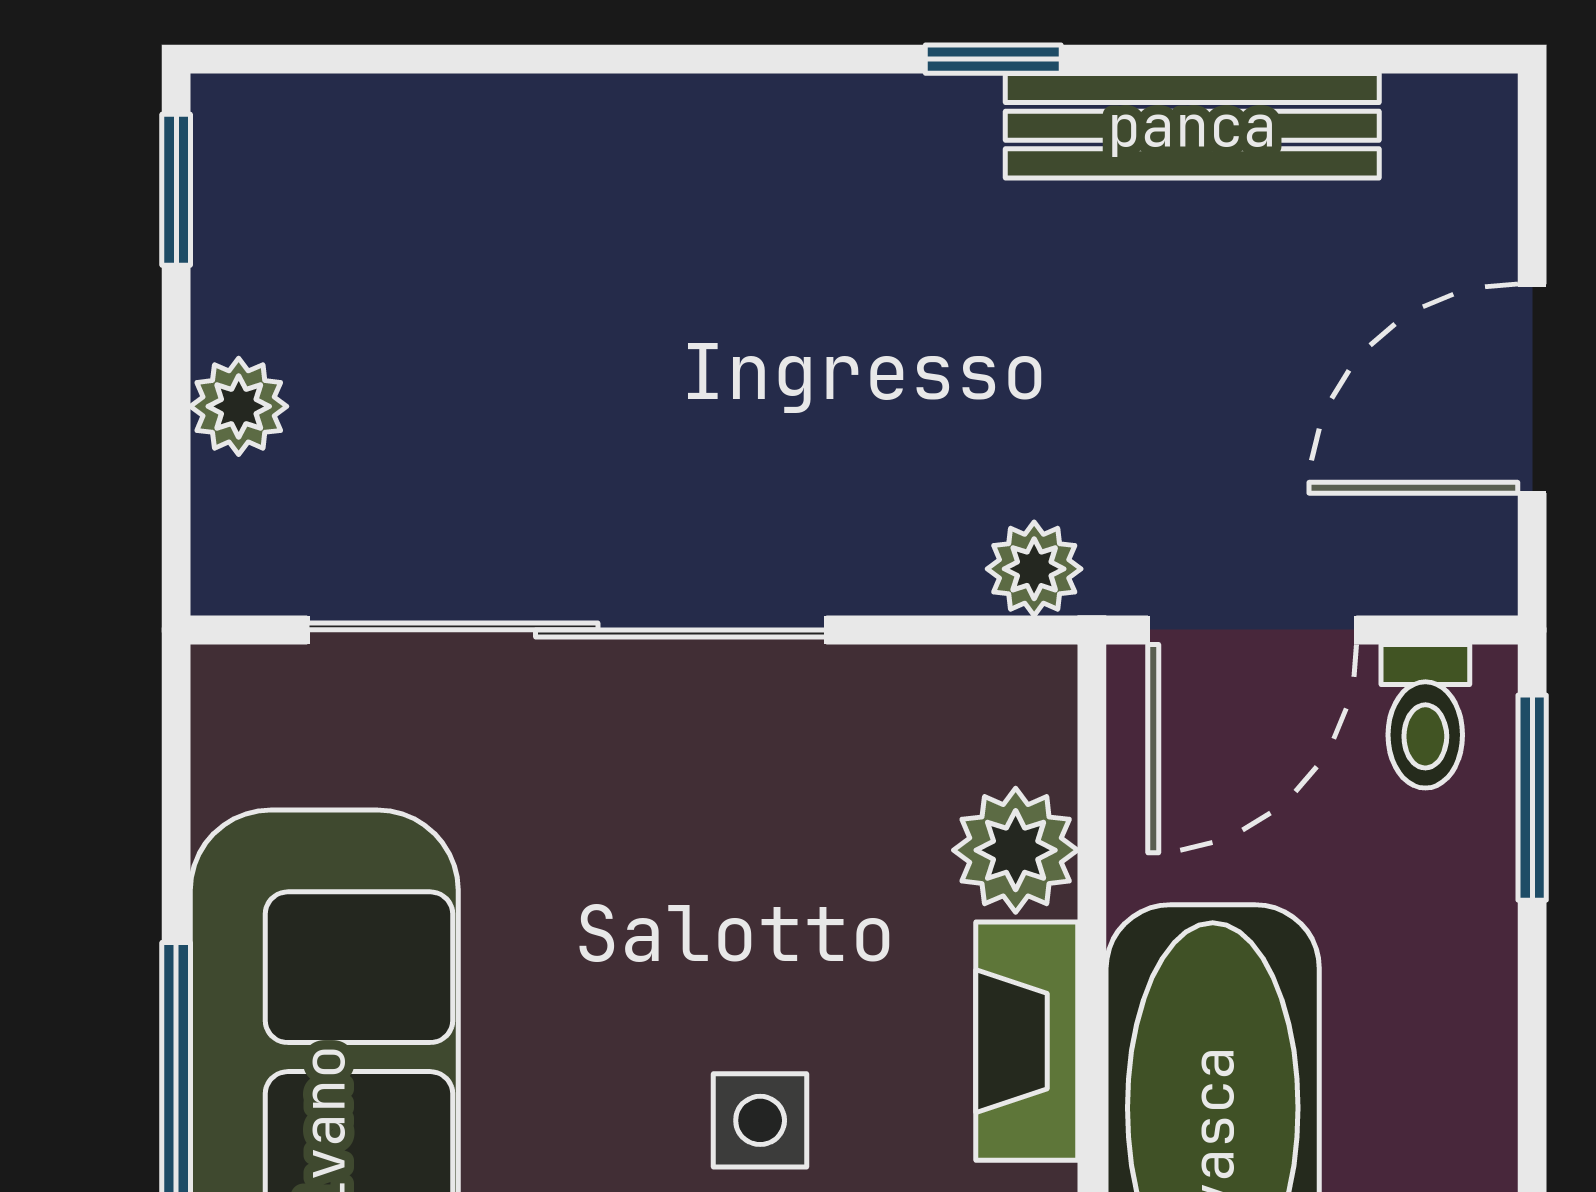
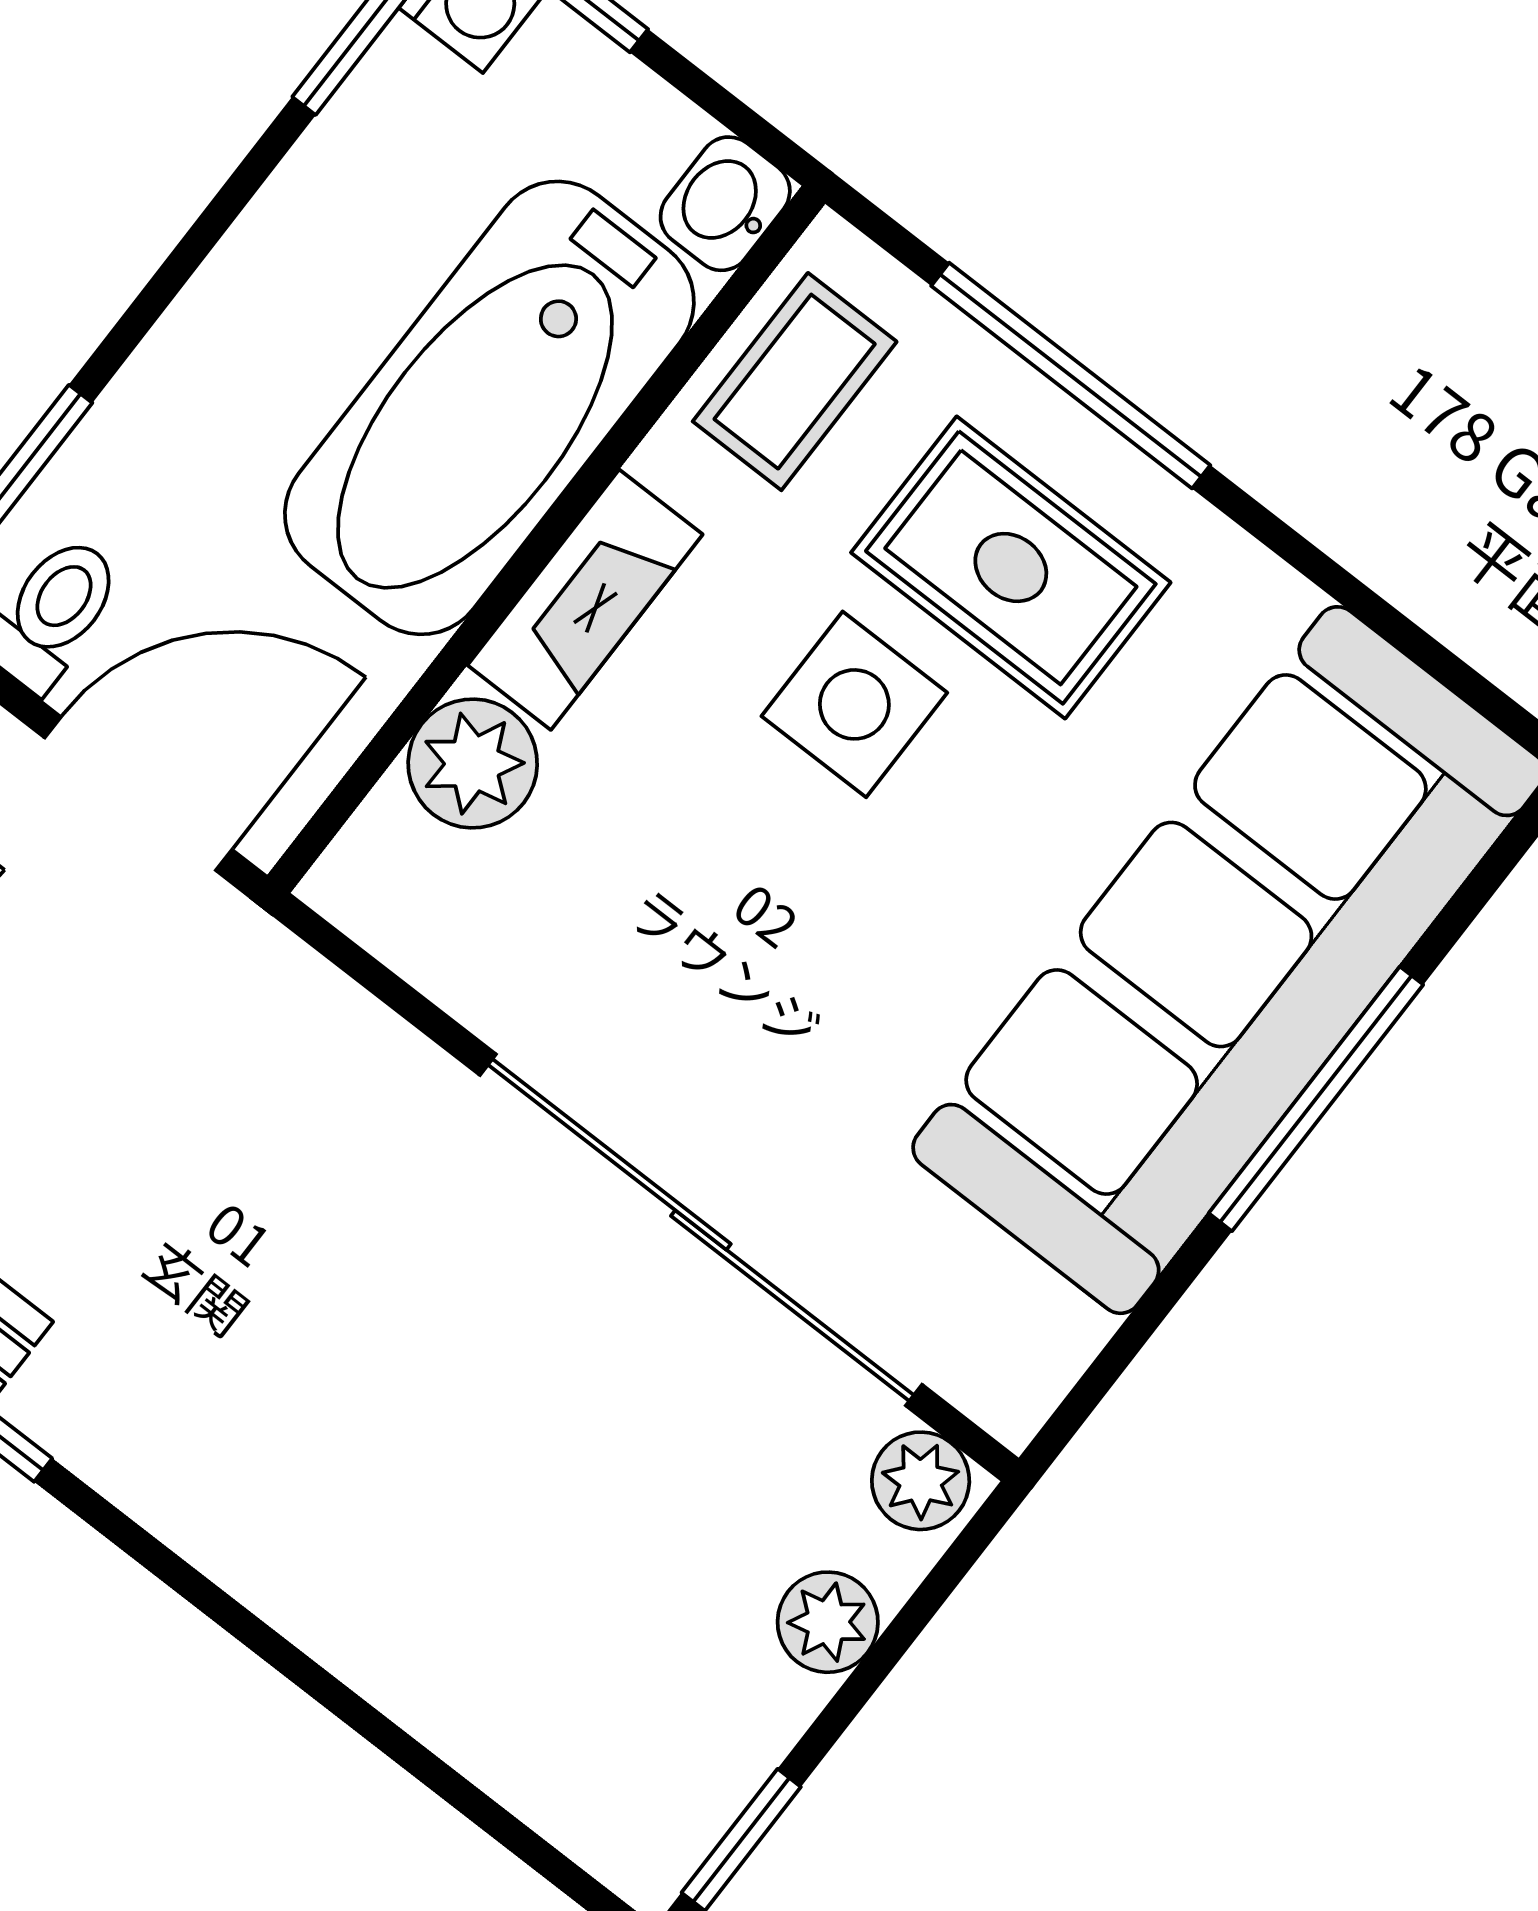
plant: (1034, 569) -> (921, 1481), moved
side table: (760, 1120) -> (854, 704), width x1.37, depth x1.37

